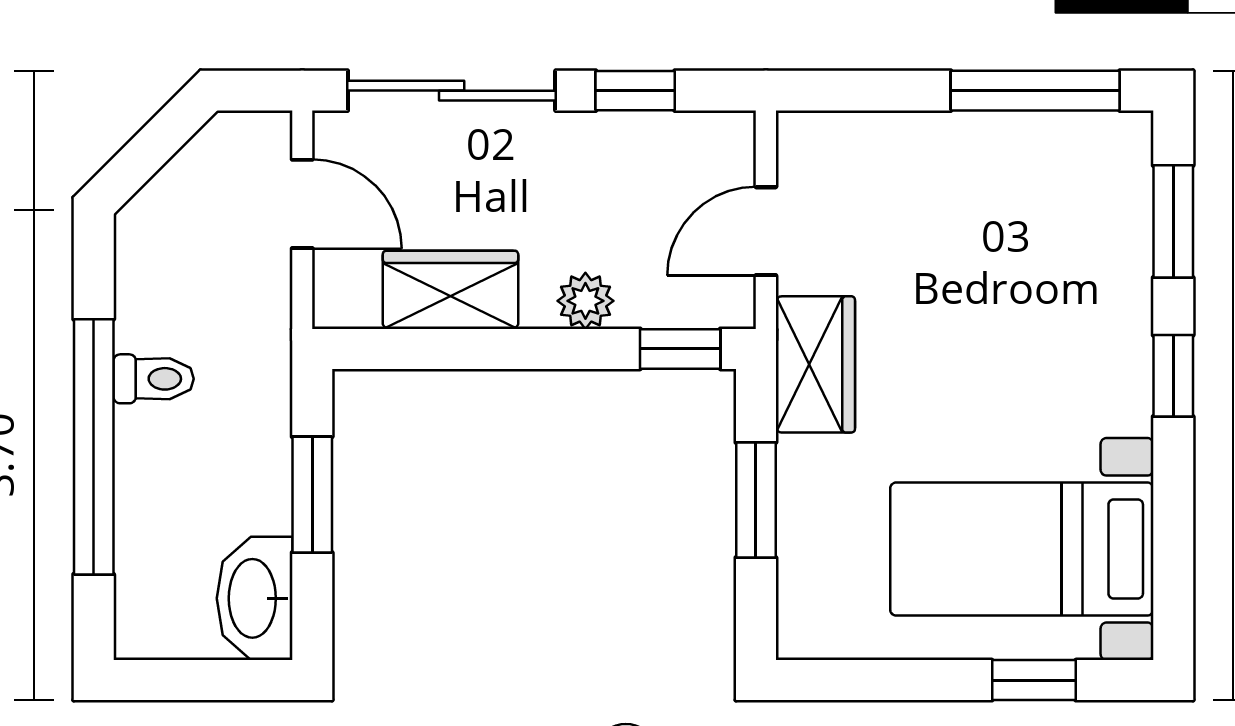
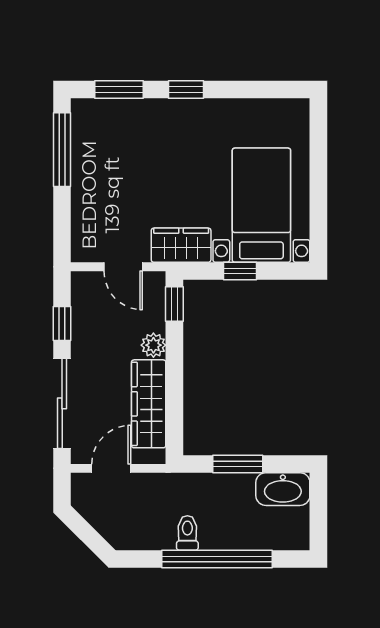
wardrobe: (450, 290) -> (149, 404), width x1.50
window: (756, 500) -> (240, 271), width x0.67
bed with nightstands: (1022, 549) -> (261, 205), moved, turned 180
window: (1034, 680) -> (318, 150), removed

